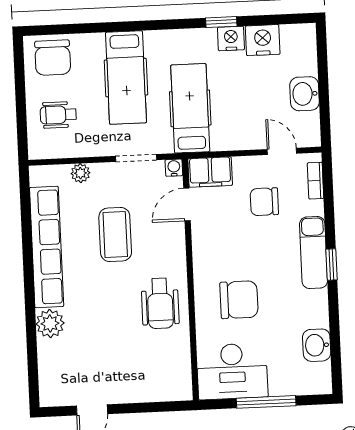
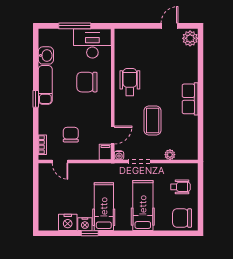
chair: (53, 58) -> (182, 218), turned -90
washbasin: (305, 94) -> (46, 192), removed
hospital bed: (190, 108) -> (104, 207), moved, turned 180
filing cabinet: (210, 172) -> (105, 152), width x0.50
chair: (264, 202) -> (71, 135), turned -90
row of seats: (47, 247) -> (190, 99), width x0.50
exam couch: (313, 253) -> (45, 85), moved
plant: (50, 323) -> (190, 38), moved

